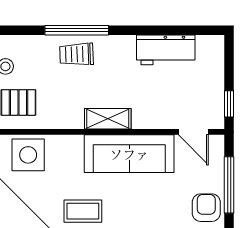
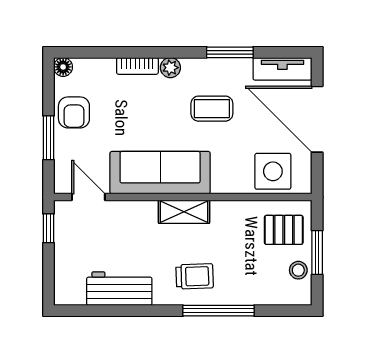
trolley: (76, 54) -> (195, 276), moved
window: (229, 185) -> (48, 138), width x0.69

